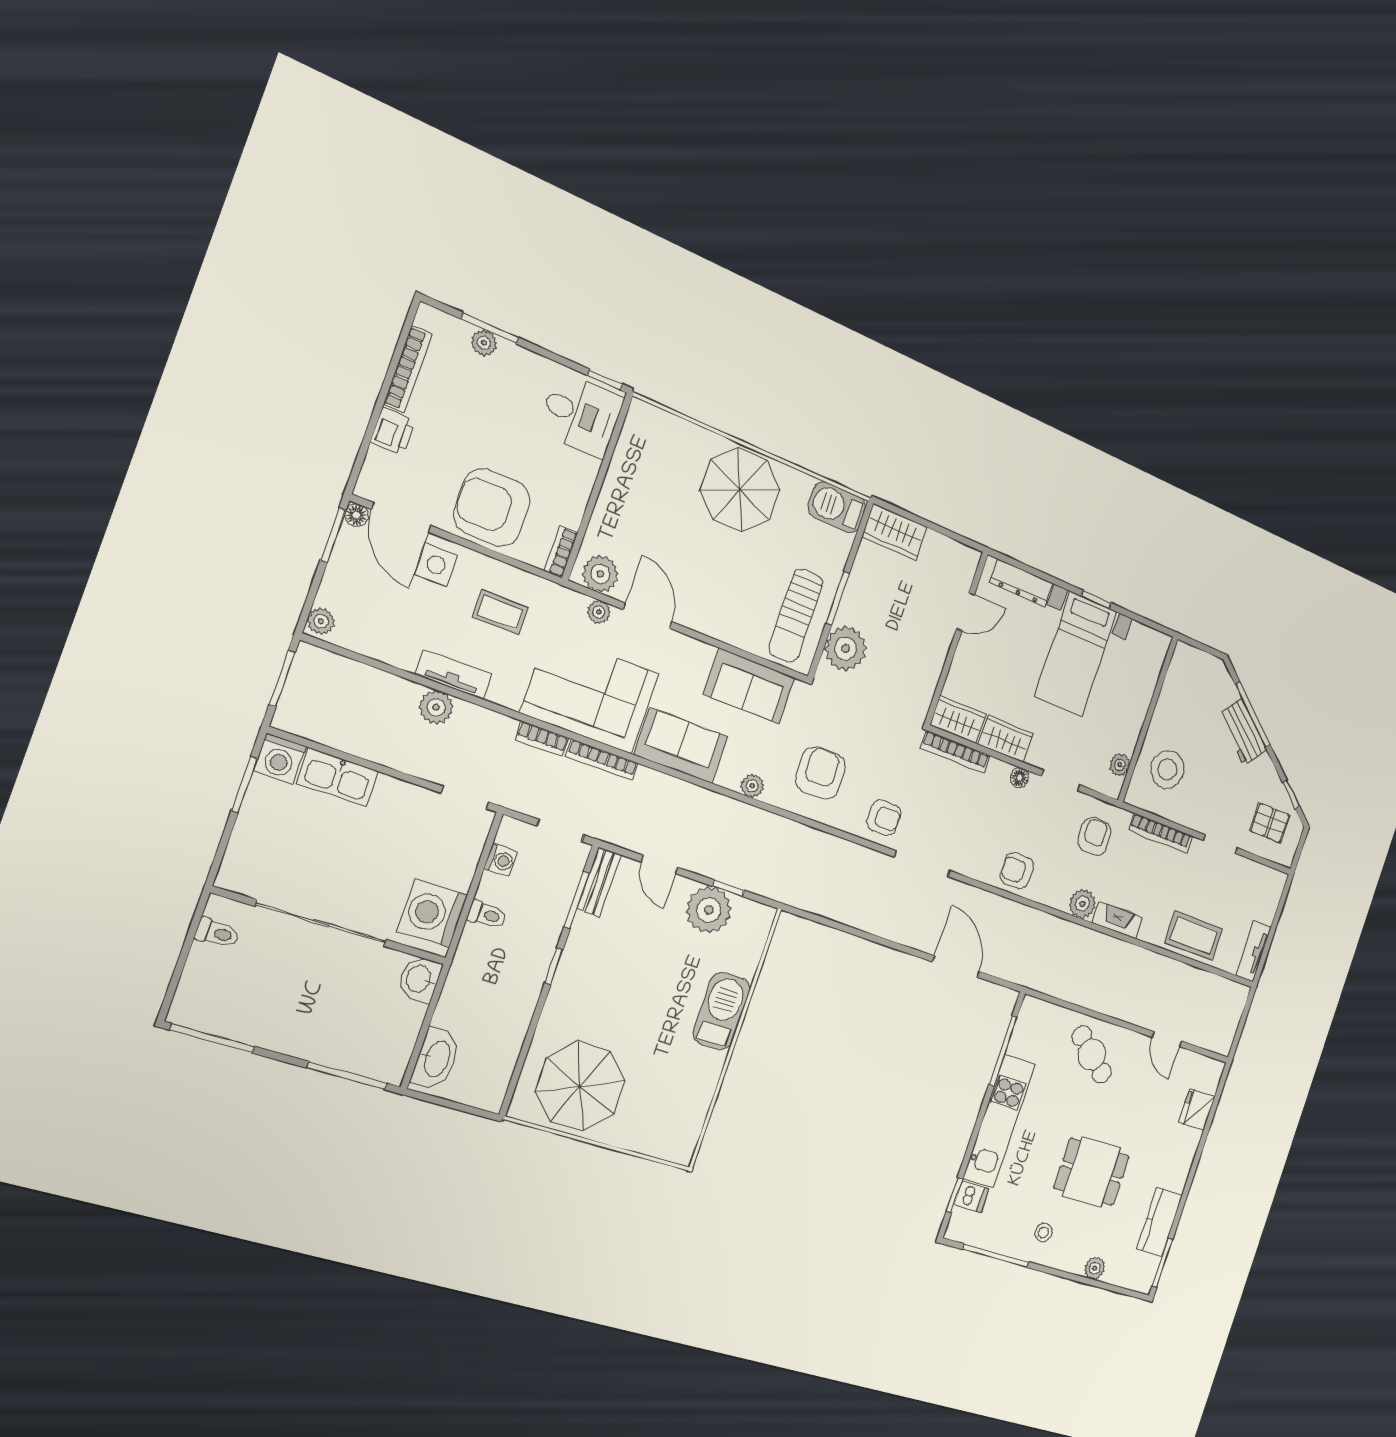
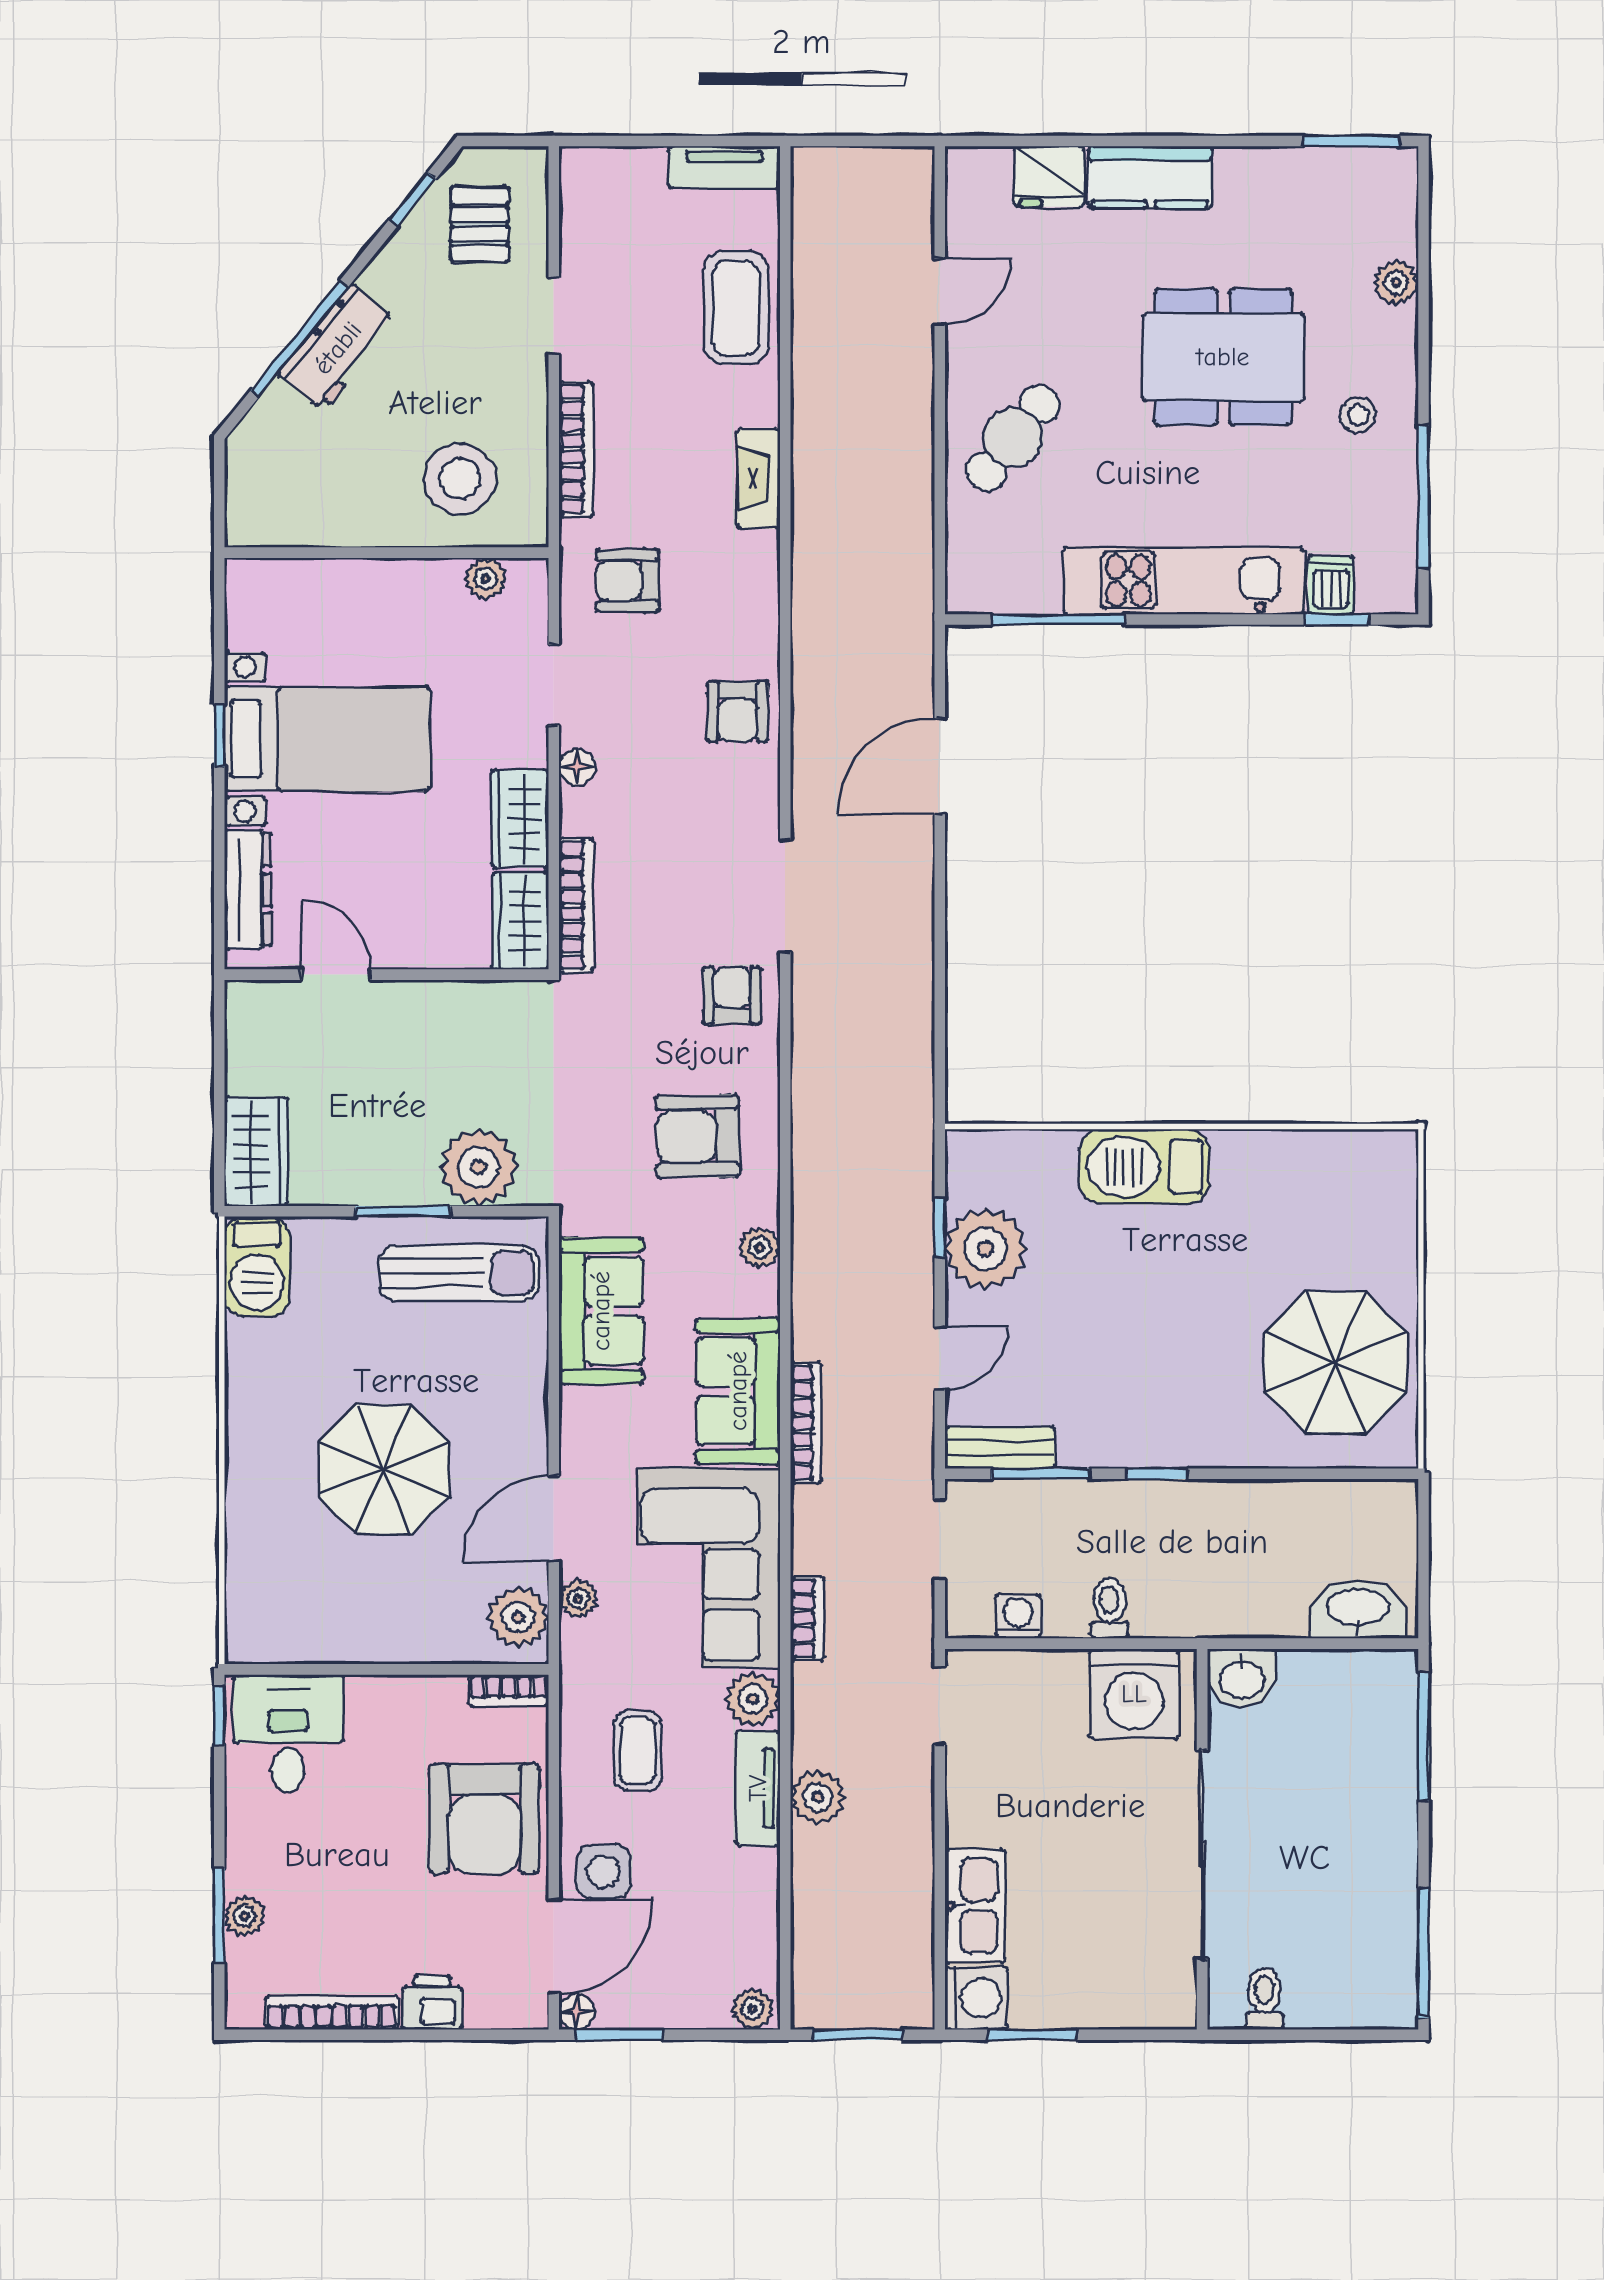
parasol: (740, 490) -> (384, 1469), moved
bookcase: (602, 760) -> (806, 1423), moved
plant: (1082, 904) -> (753, 1699), moved
dining table: (1092, 1172) -> (1223, 357), width x1.38
kitchen counter: (1159, 1222) -> (1150, 177), moved

